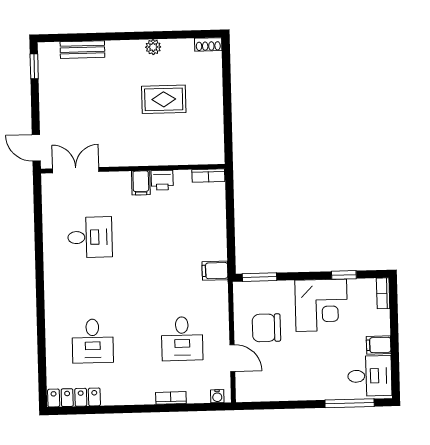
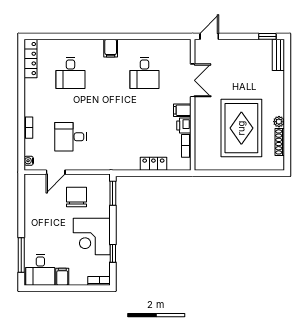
shoe rack: (208, 44) -> (280, 142), moved, width x1.43
bench: (82, 50) -> (278, 55), moved
rug: (164, 99) -> (241, 128), width x1.86, depth x2.06
double door: (76, 170) -> (193, 80), moved
bookcase: (208, 176) -> (186, 146), moved
locker: (217, 221) -> (153, 164), added
filing cabinet: (215, 271) -> (111, 48), moved, turned 180
desk: (93, 341) -> (70, 73), turned -90

